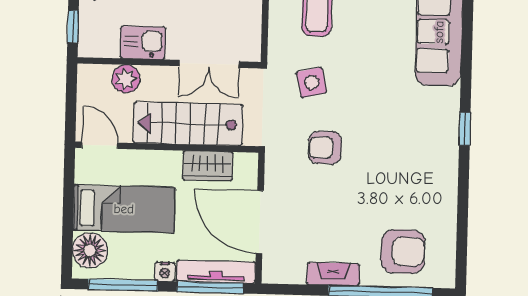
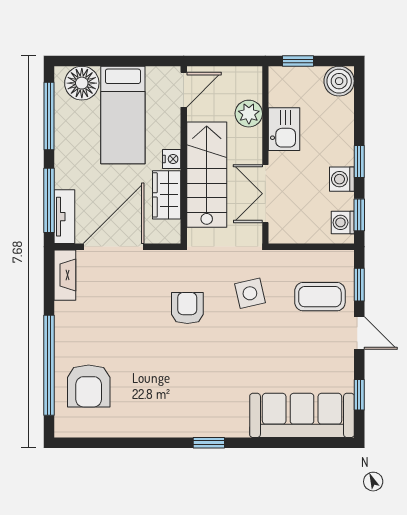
nightstand: (165, 272) -> (172, 159), moved, turned 180
tv unit: (216, 272) -> (64, 217), width x0.71
fireplace: (333, 274) -> (65, 275), moved

